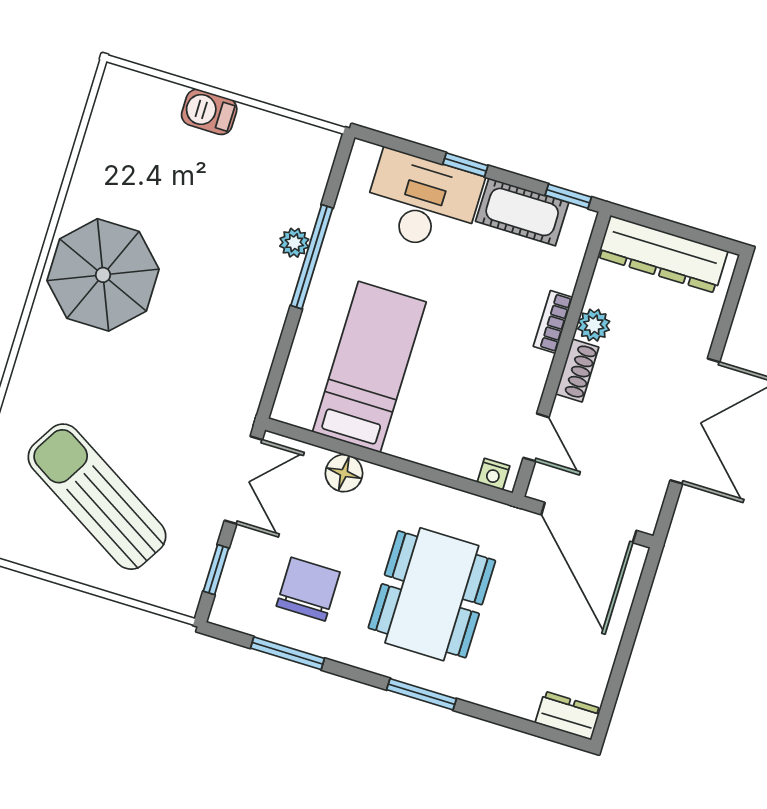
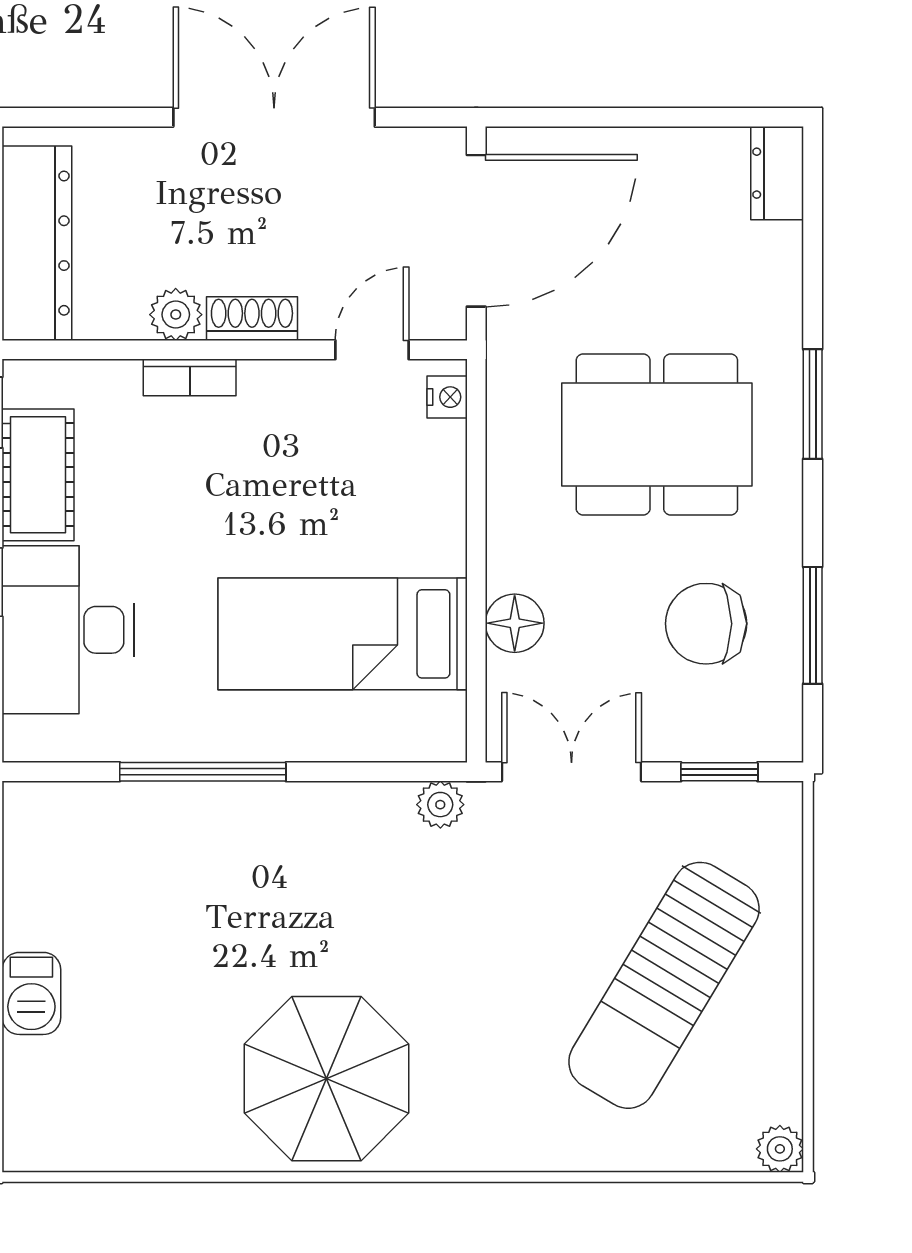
plant: (294, 243) -> (440, 805), moved

